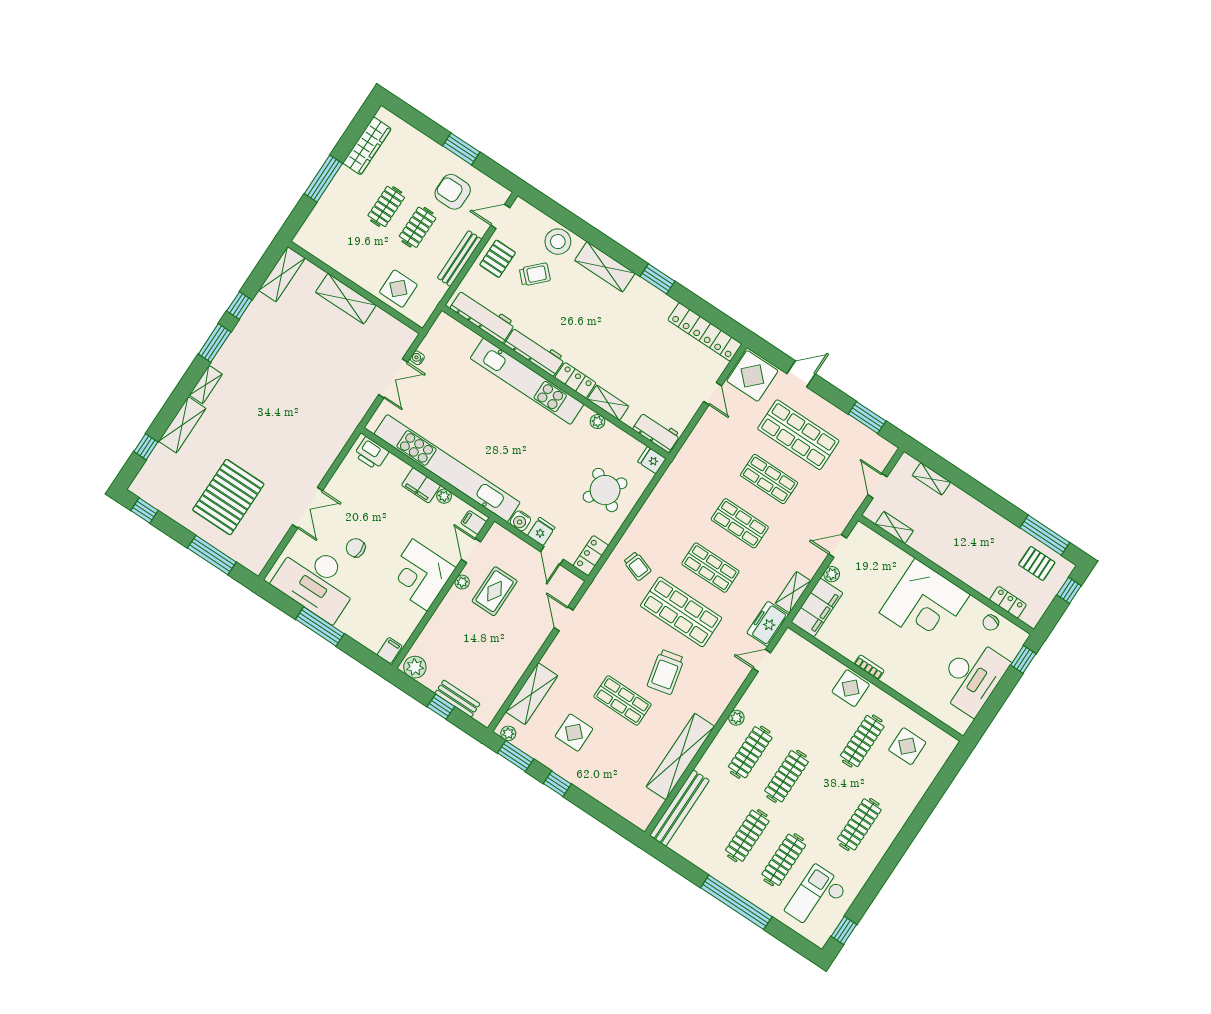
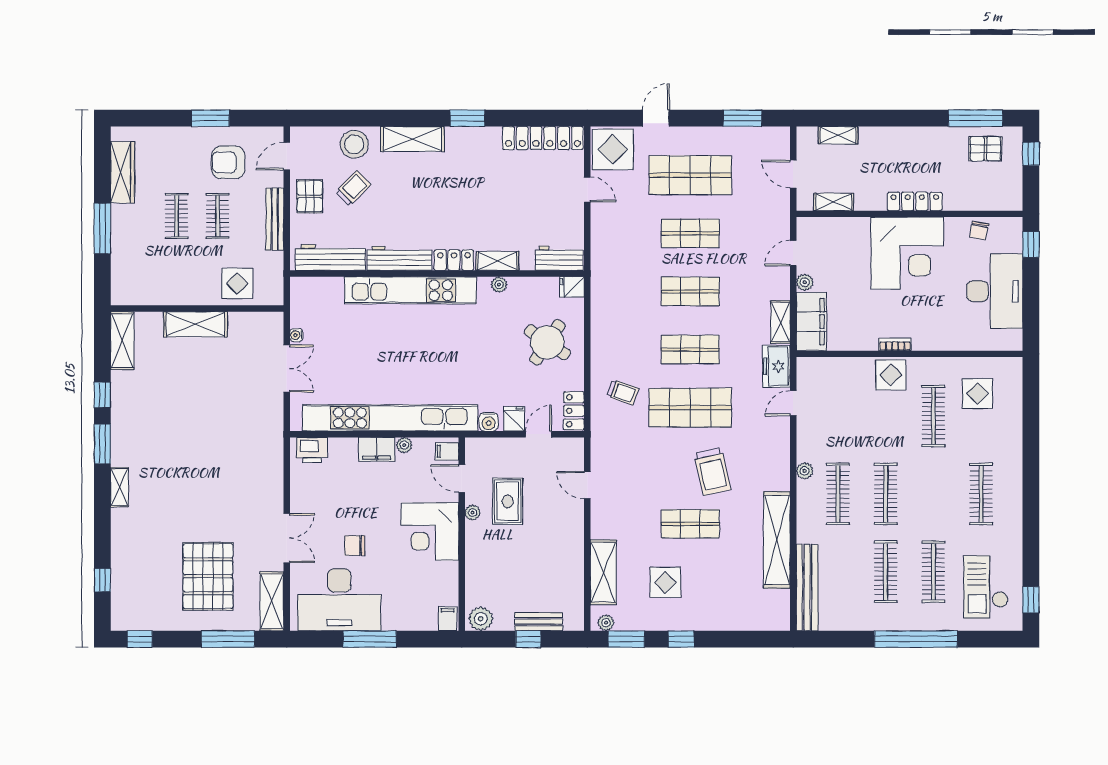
shelving: (182, 425) -> (272, 601), moved
door: (552, 556) -> (538, 434), swing flipped
locker: (1008, 602) -> (915, 201), moved, width x1.53

